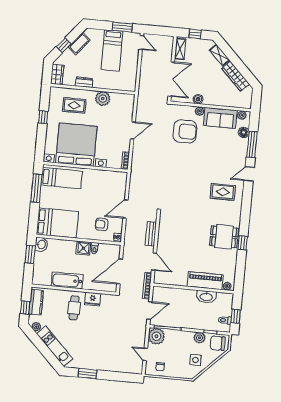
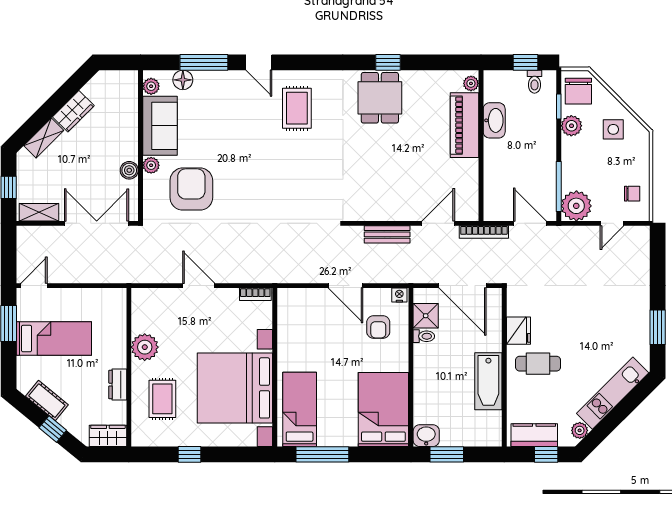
wardrobe: (236, 76) -> (73, 111), width x0.67
shower: (83, 248) -> (426, 316), moved

